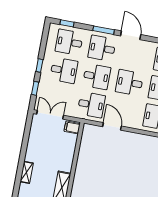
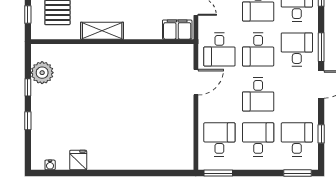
desk: (129, 83) -> (258, 94), turned 180
filing cabinet: (72, 127) -> (177, 30), width x2.00

